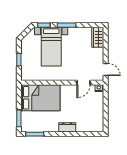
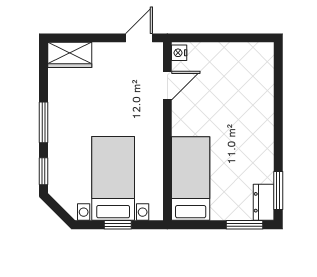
bed with nightstands: (51, 47) -> (113, 178), moved, turned -90
door: (84, 83) -> (167, 86), hinge flipped
bed: (40, 98) -> (191, 179), width x0.67
dresser: (67, 127) -> (264, 202), moved

